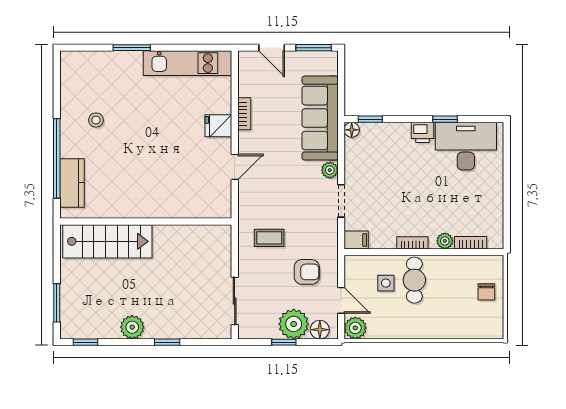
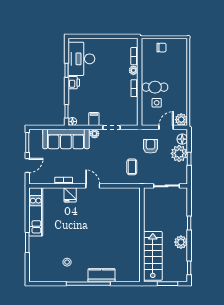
wall: (146, 221) -> (142, 235), moved
filing cabinet: (356, 240) -> (94, 119), moved
stairs: (107, 241) -> (153, 256), moved

